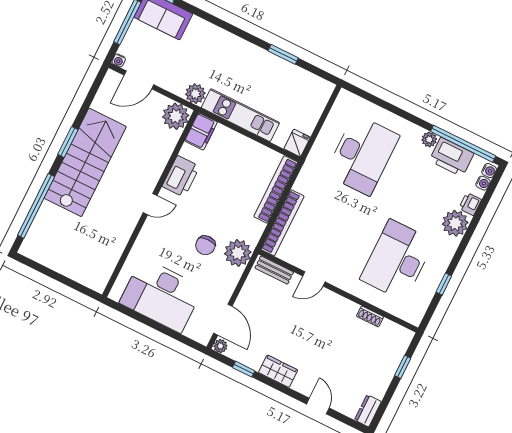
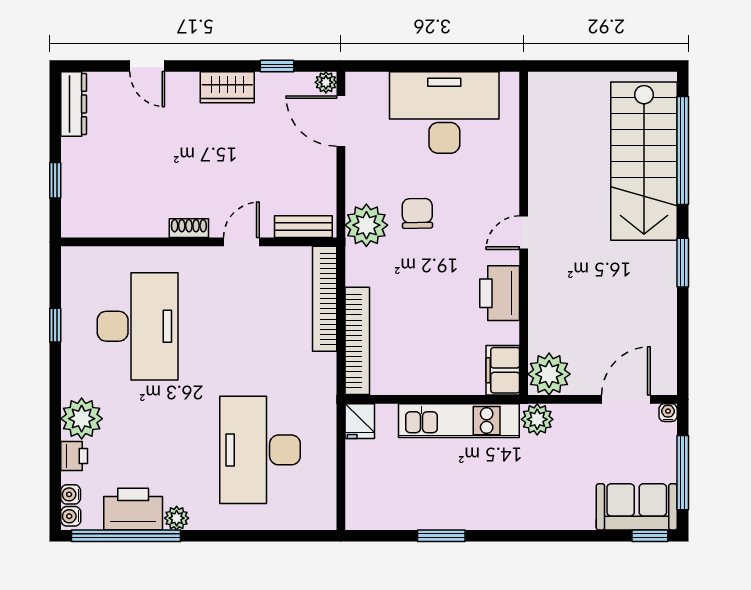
stairs: (85, 162) -> (644, 161), moved
shoe rack: (370, 316) -> (189, 228), moved
dresser: (368, 411) -> (74, 104), width x1.44

